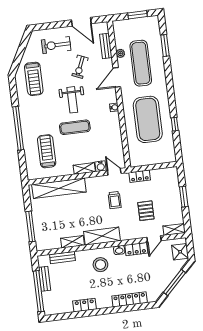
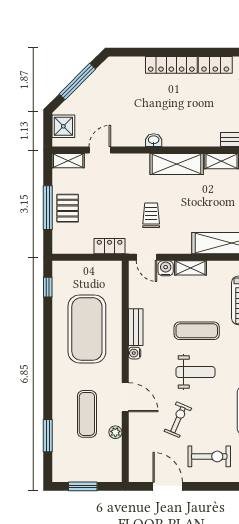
bench: (106, 46) -> (136, 327), moved
exercise mat: (141, 63) -> (87, 414), width x0.73, depth x0.69
door: (117, 77) -> (125, 397), hinge flipped
weight bench: (72, 100) -> (195, 372), turned 90
window: (175, 124) -> (48, 287), moved
window: (184, 197) -> (48, 208), width x1.44
pallet: (146, 211) -> (68, 208), moved
locker: (136, 249) -> (128, 138), removed
stool: (100, 265) -> (184, 122), removed
locker: (130, 299) -> (171, 65), moved

